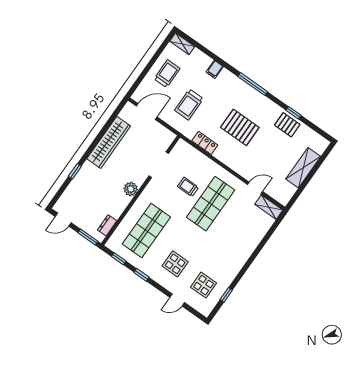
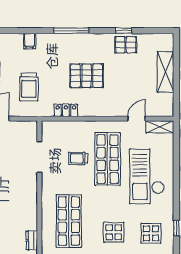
plant: (131, 189) -> (30, 195), removed
checkout: (232, 239) -> (147, 176), added

